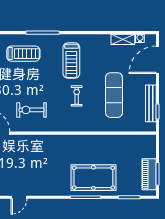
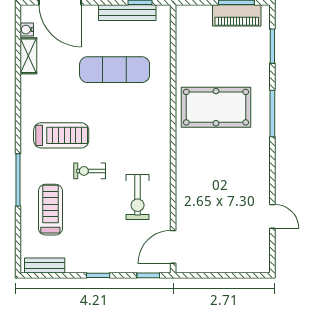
exercise bike: (77, 96) -> (90, 171), moved
pool table: (93, 178) -> (216, 107), moved, turned 90

